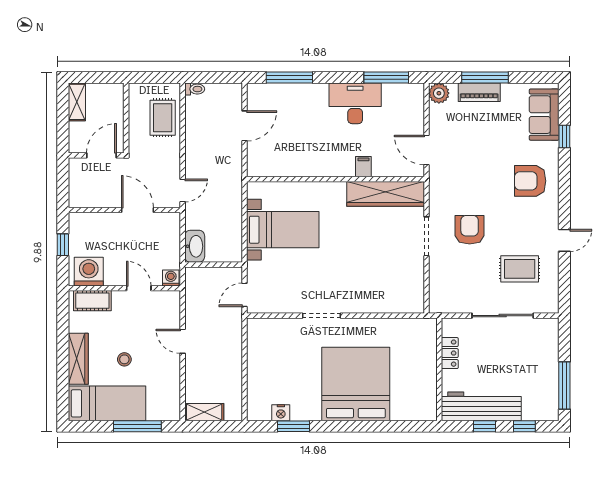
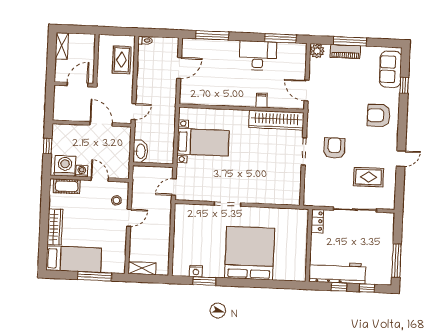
washing machine: (171, 278) -> (82, 171), moved
door: (183, 341) -> (129, 218), swing flipped
locker: (450, 353) -> (317, 221), moved
stool: (124, 359) -> (116, 200), moved

